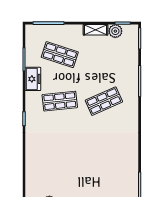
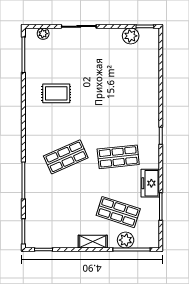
shelving: (96, 30) -> (93, 242), moved
plant: (115, 31) -> (126, 240), moved
rug: (112, 154) -> (56, 93), added

